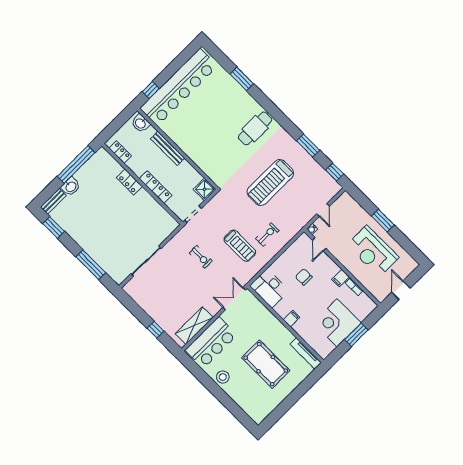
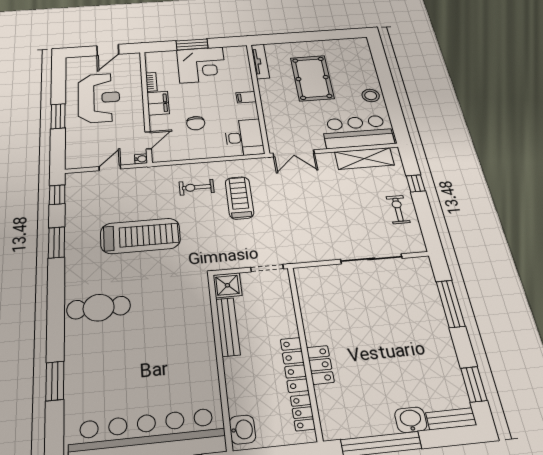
bench: (168, 148) -> (228, 327), moved
locker: (156, 187) -> (294, 365), moved
exercise bike: (201, 257) -> (398, 210), moved
filing cabinet: (341, 278) -> (158, 103), width x2.00

